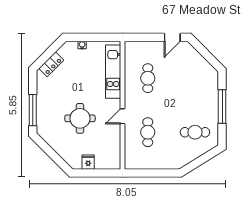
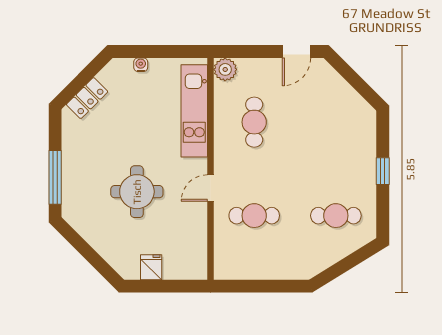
plant: (131, 48) -> (225, 69), added
window: (222, 107) -> (383, 171), width x0.46
cafe table: (148, 132) -> (254, 216), turned 90

